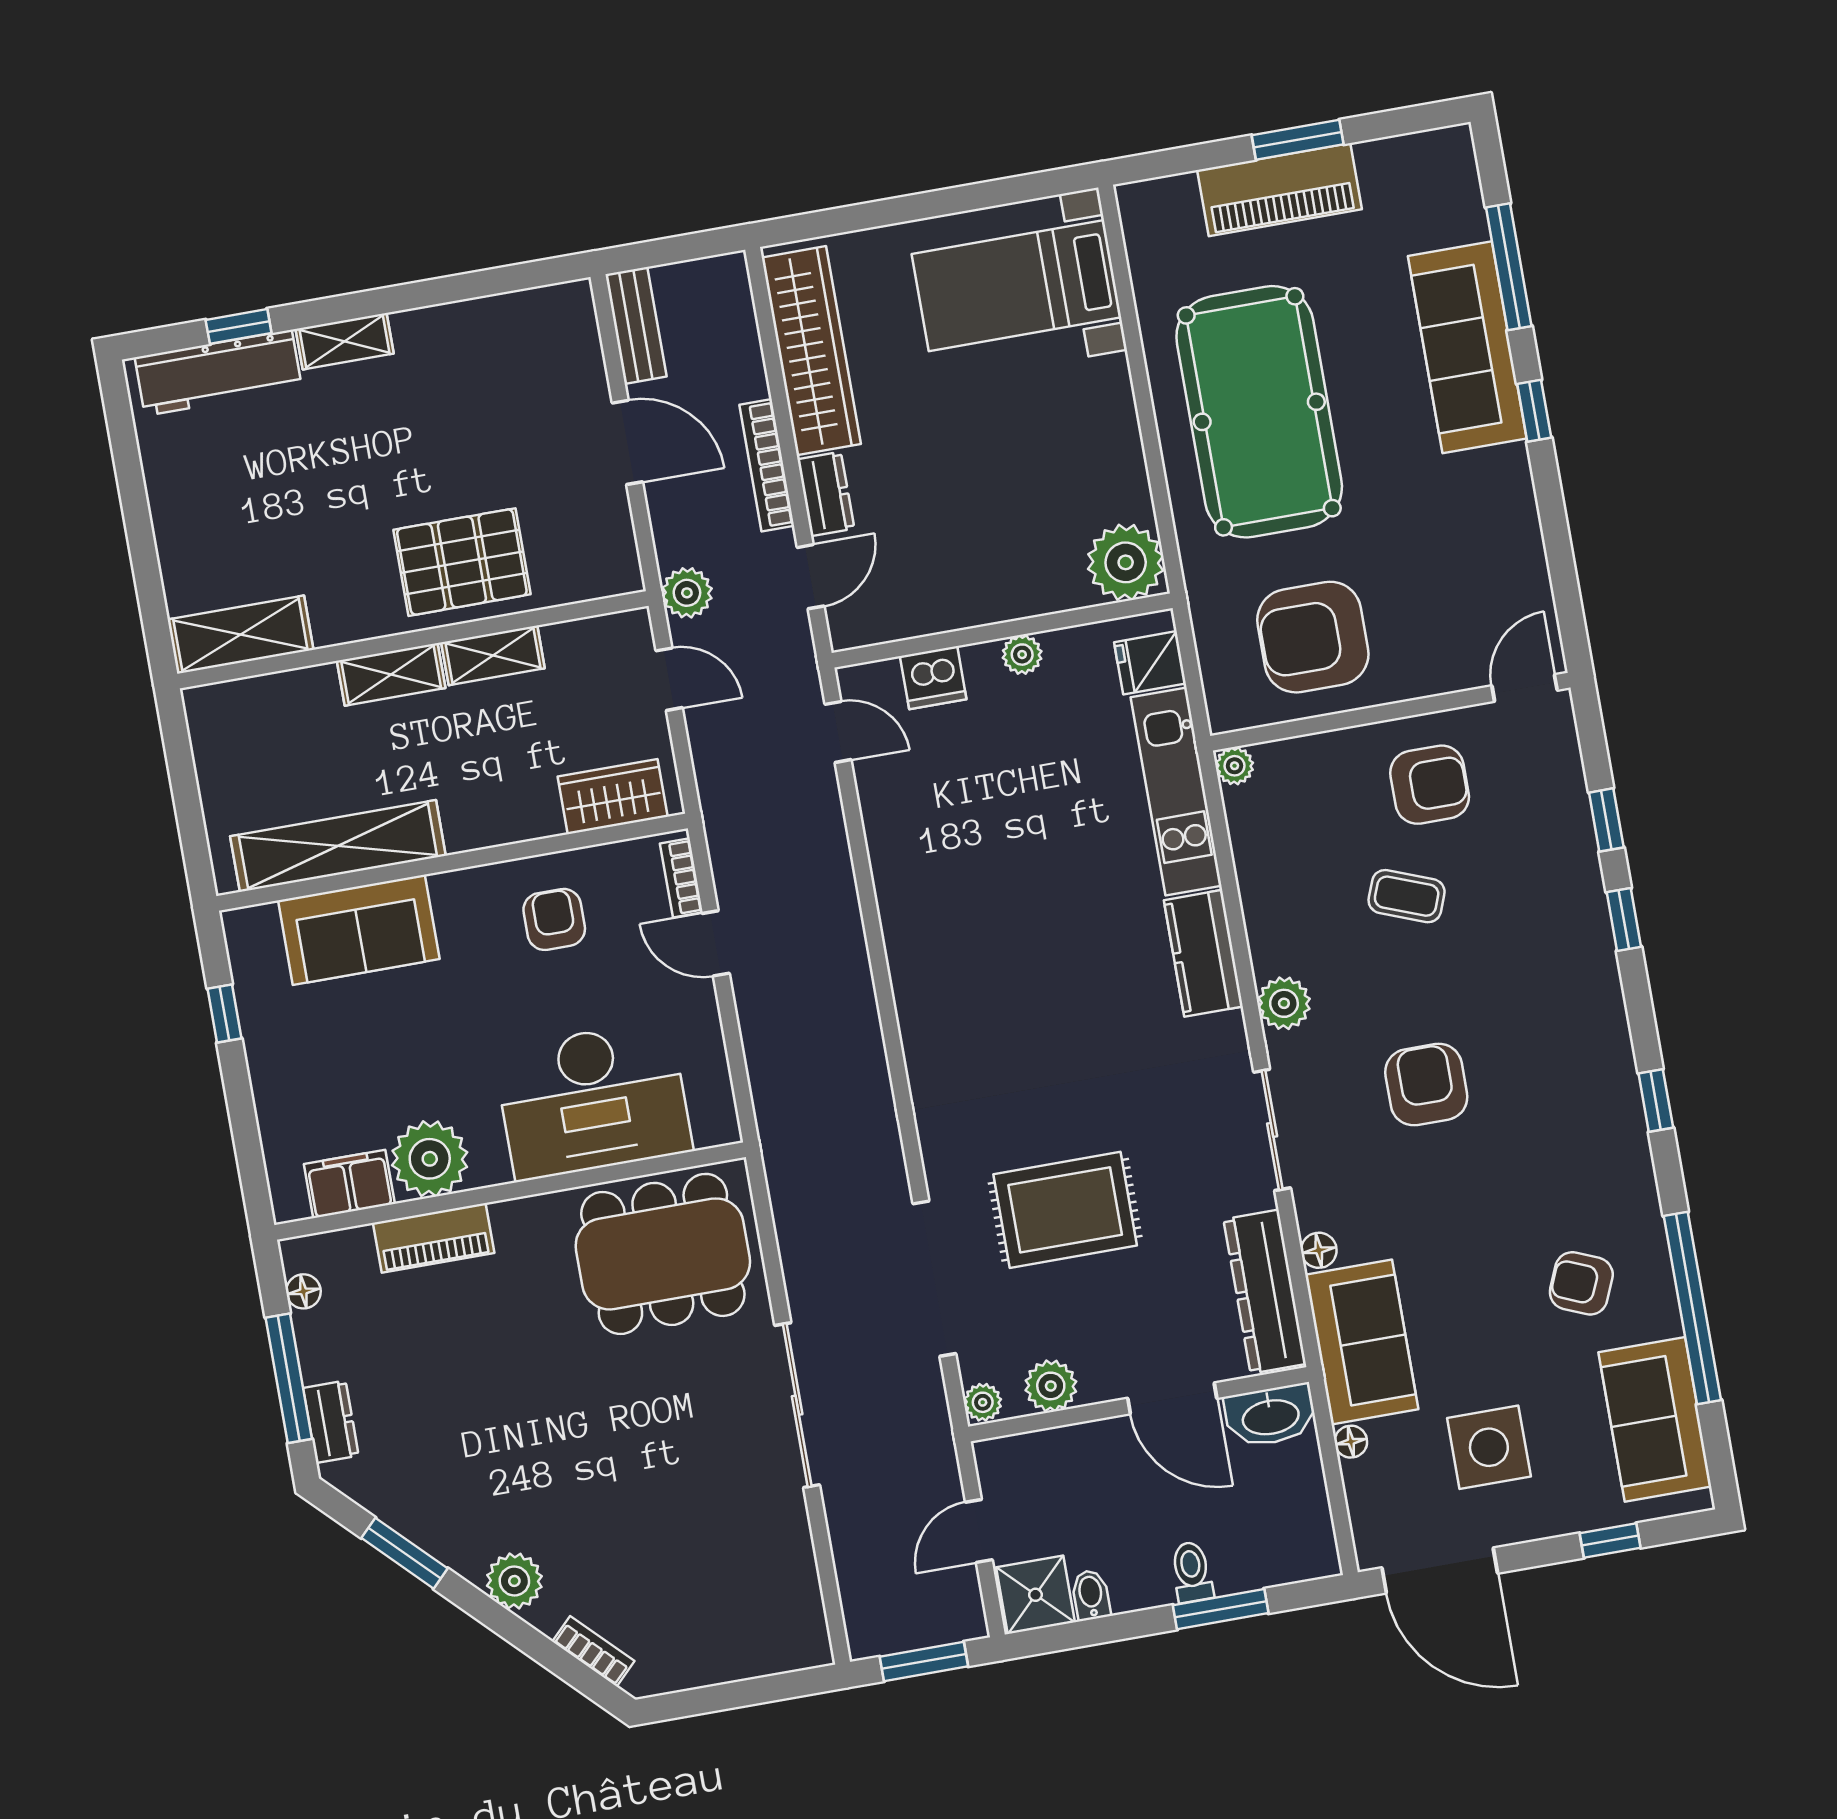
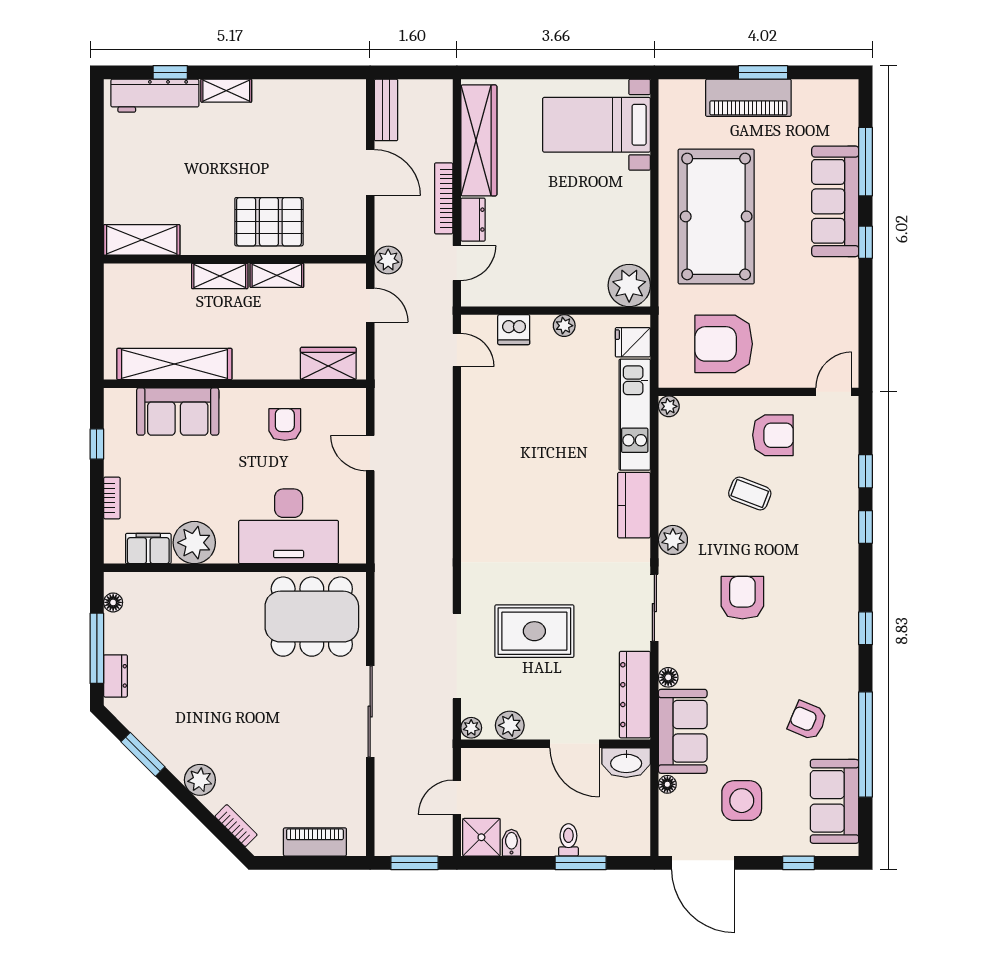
bookcase: (681, 878) -> (112, 498), moved, turned 180
piano: (434, 1238) -> (315, 842), moved, turned 180

